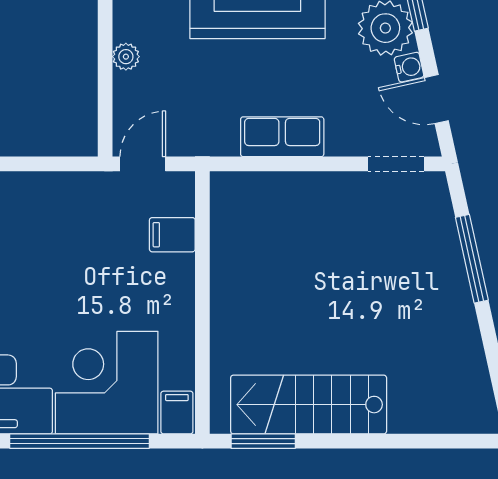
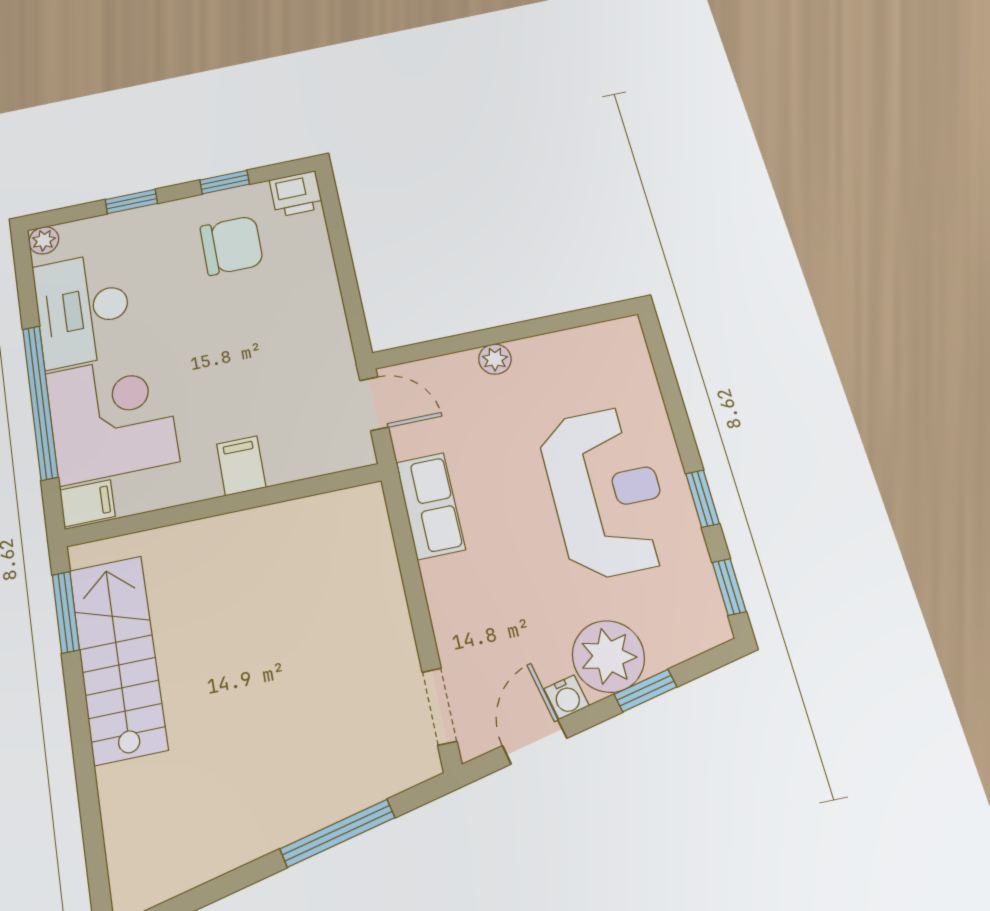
row of seats: (282, 137) -> (430, 506), moved
filing cabinet: (172, 235) -> (241, 466), moved

